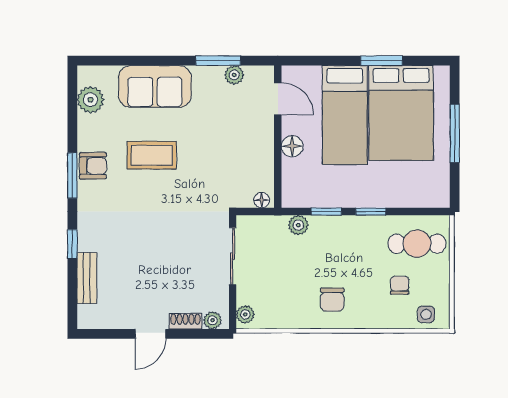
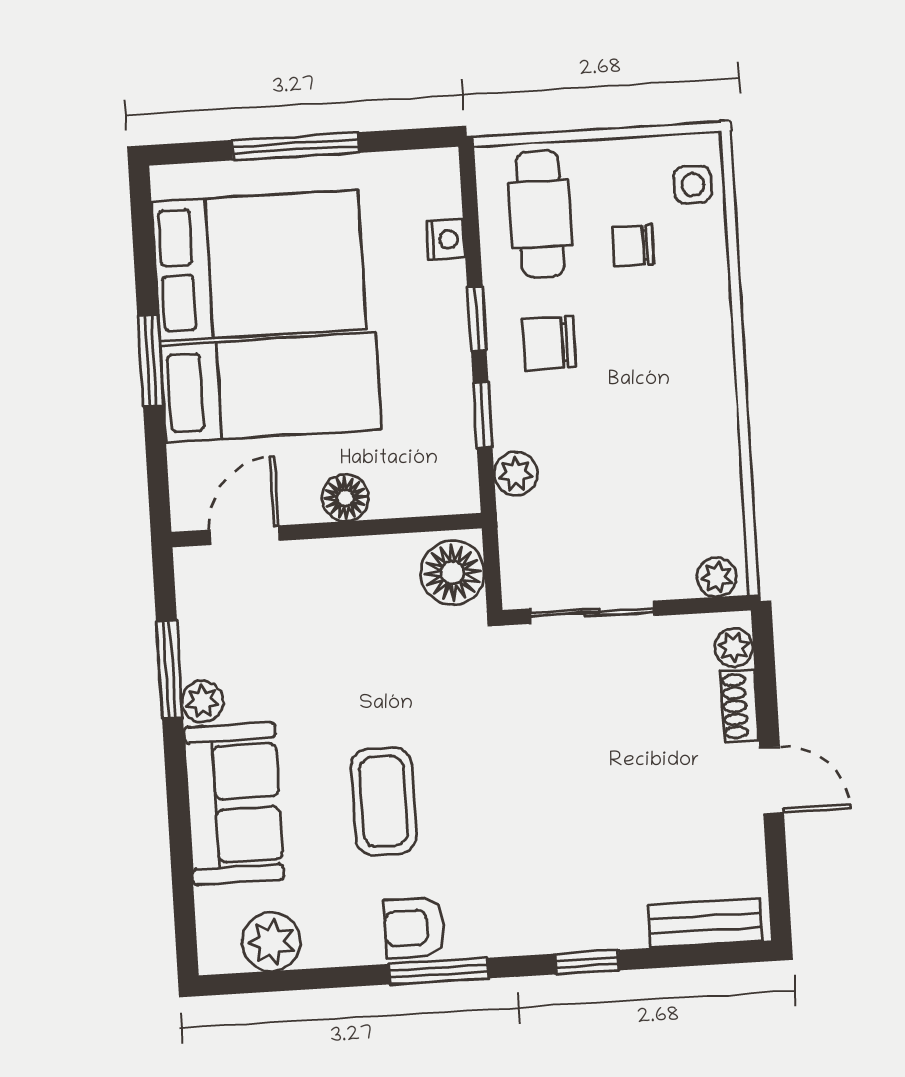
window: (382, 61) -> (151, 361), moved
plant: (234, 75) -> (202, 701), moved
armchair: (93, 166) -> (414, 928), turned -90
nightstand: (408, 199) -> (446, 239), added
floor lamp: (262, 200) -> (452, 573), width x1.89, depth x1.89
bench: (87, 278) -> (705, 923), moved
chair: (332, 300) -> (549, 343), moved, turned 180

